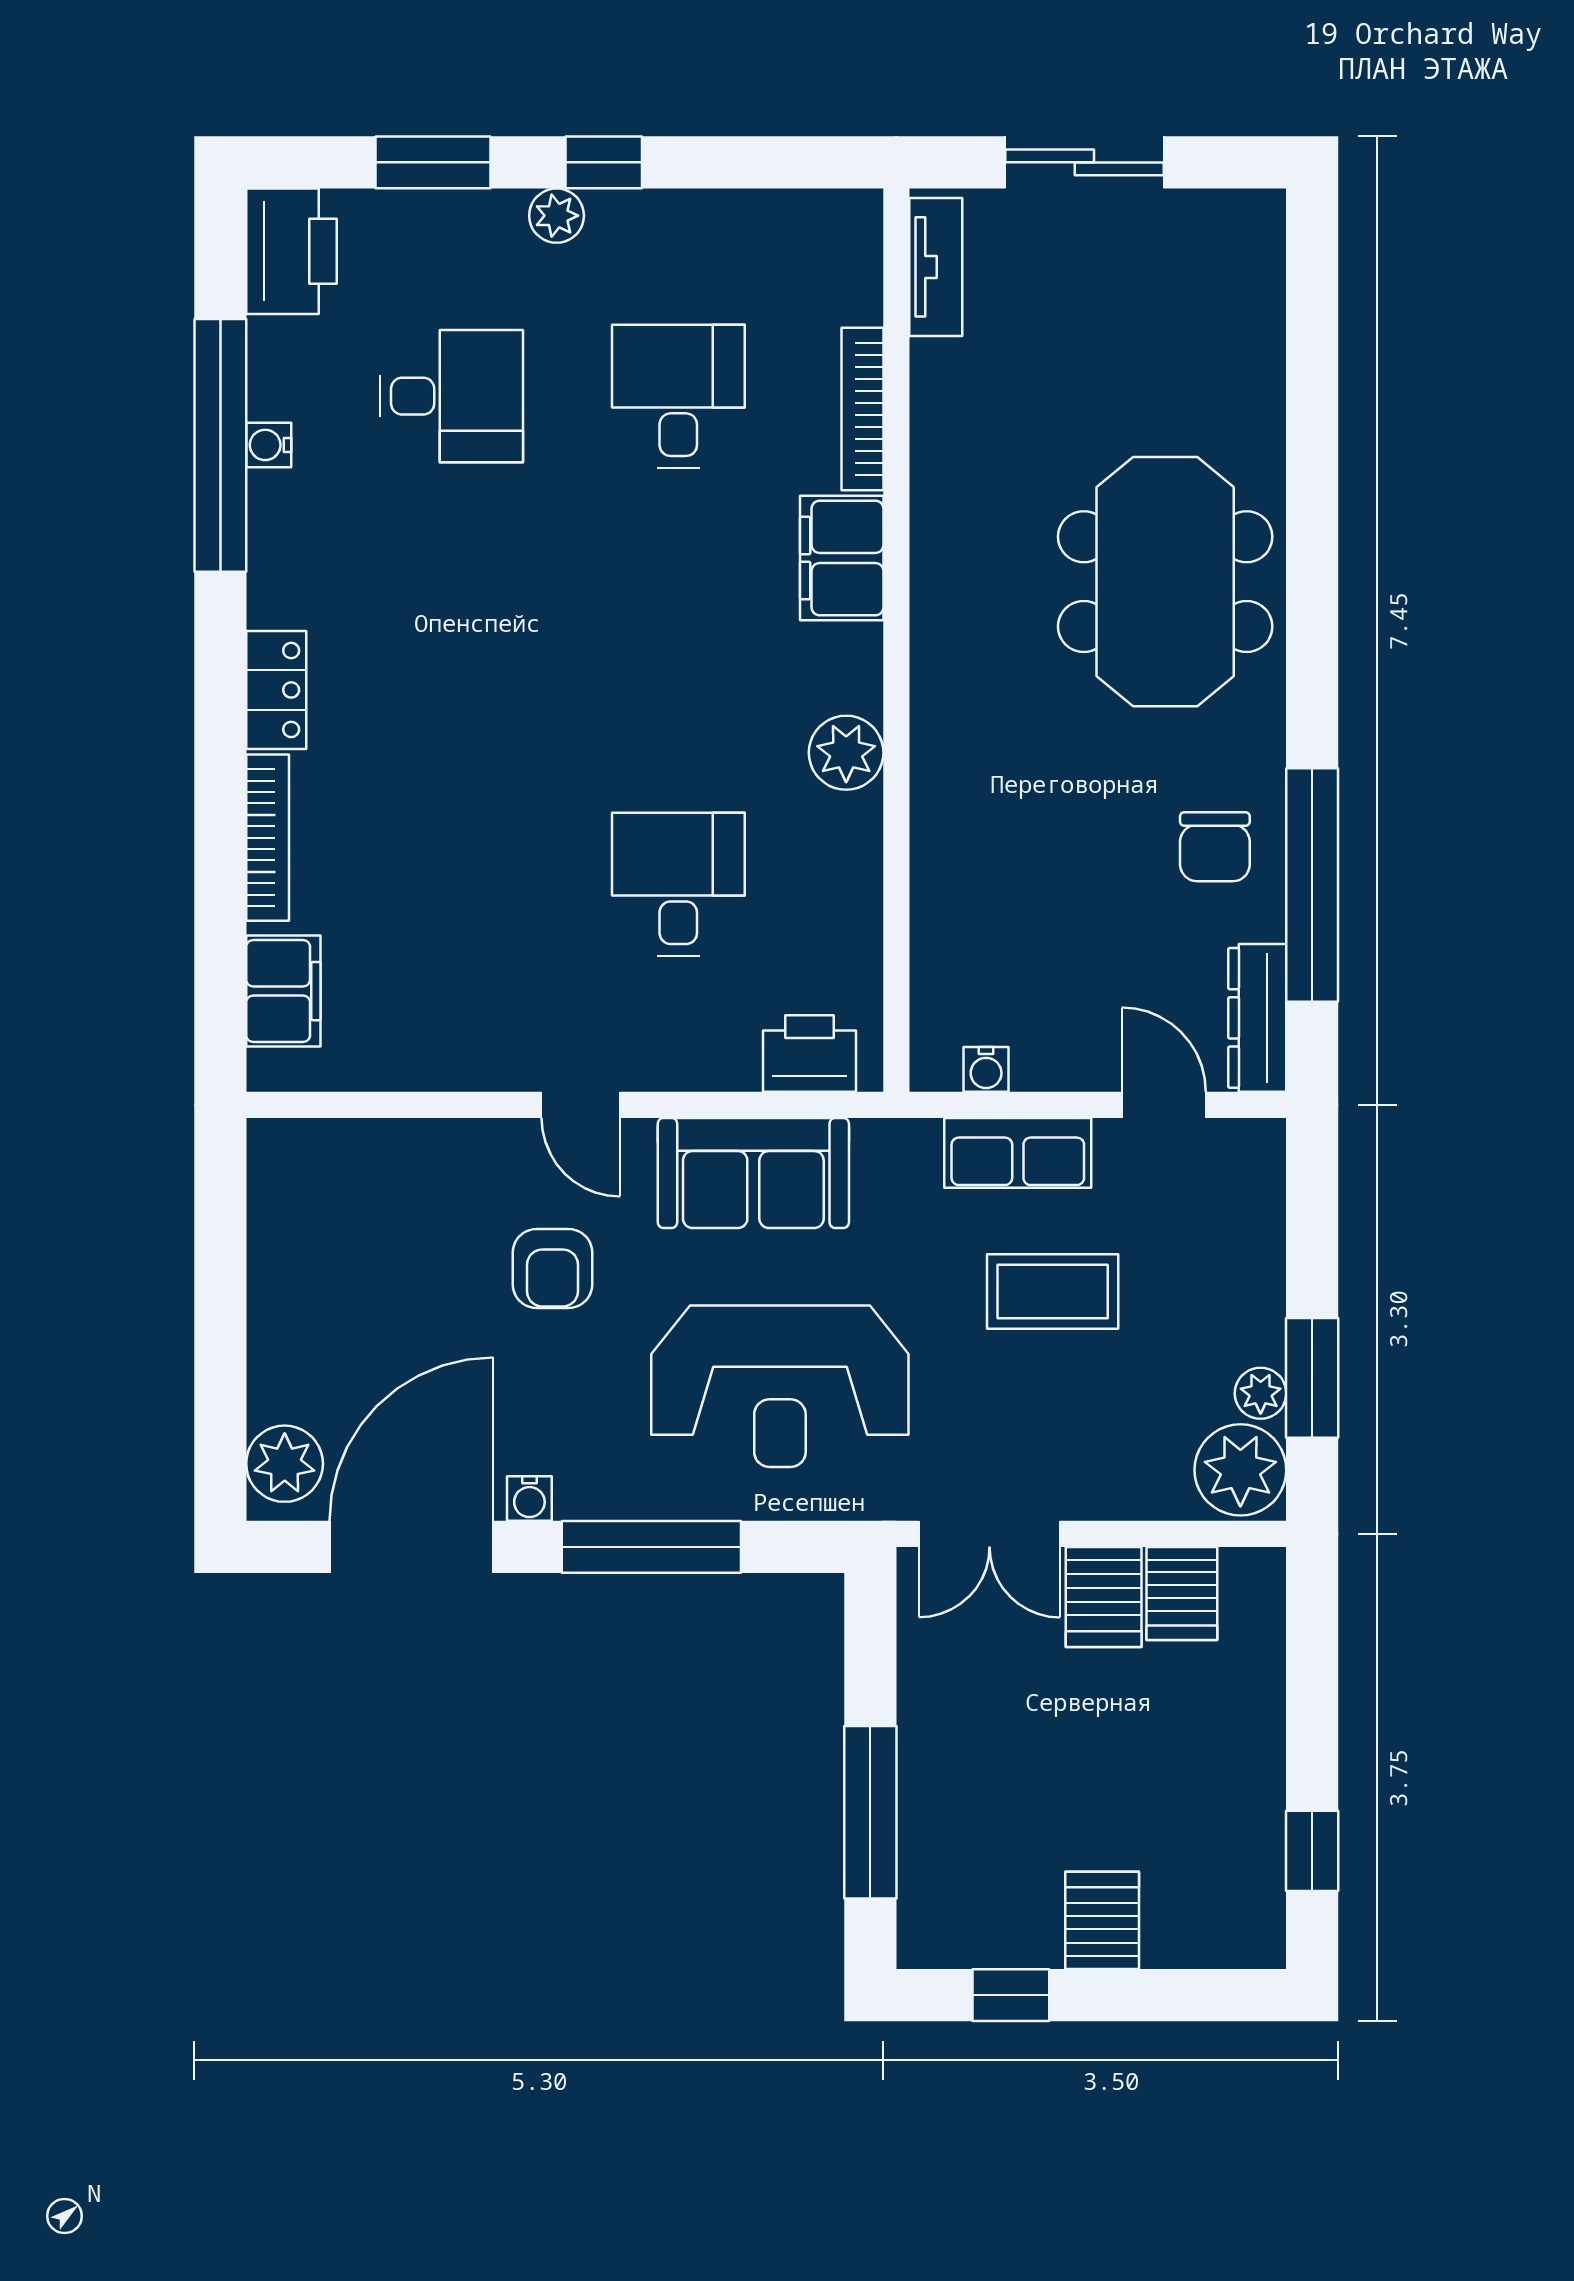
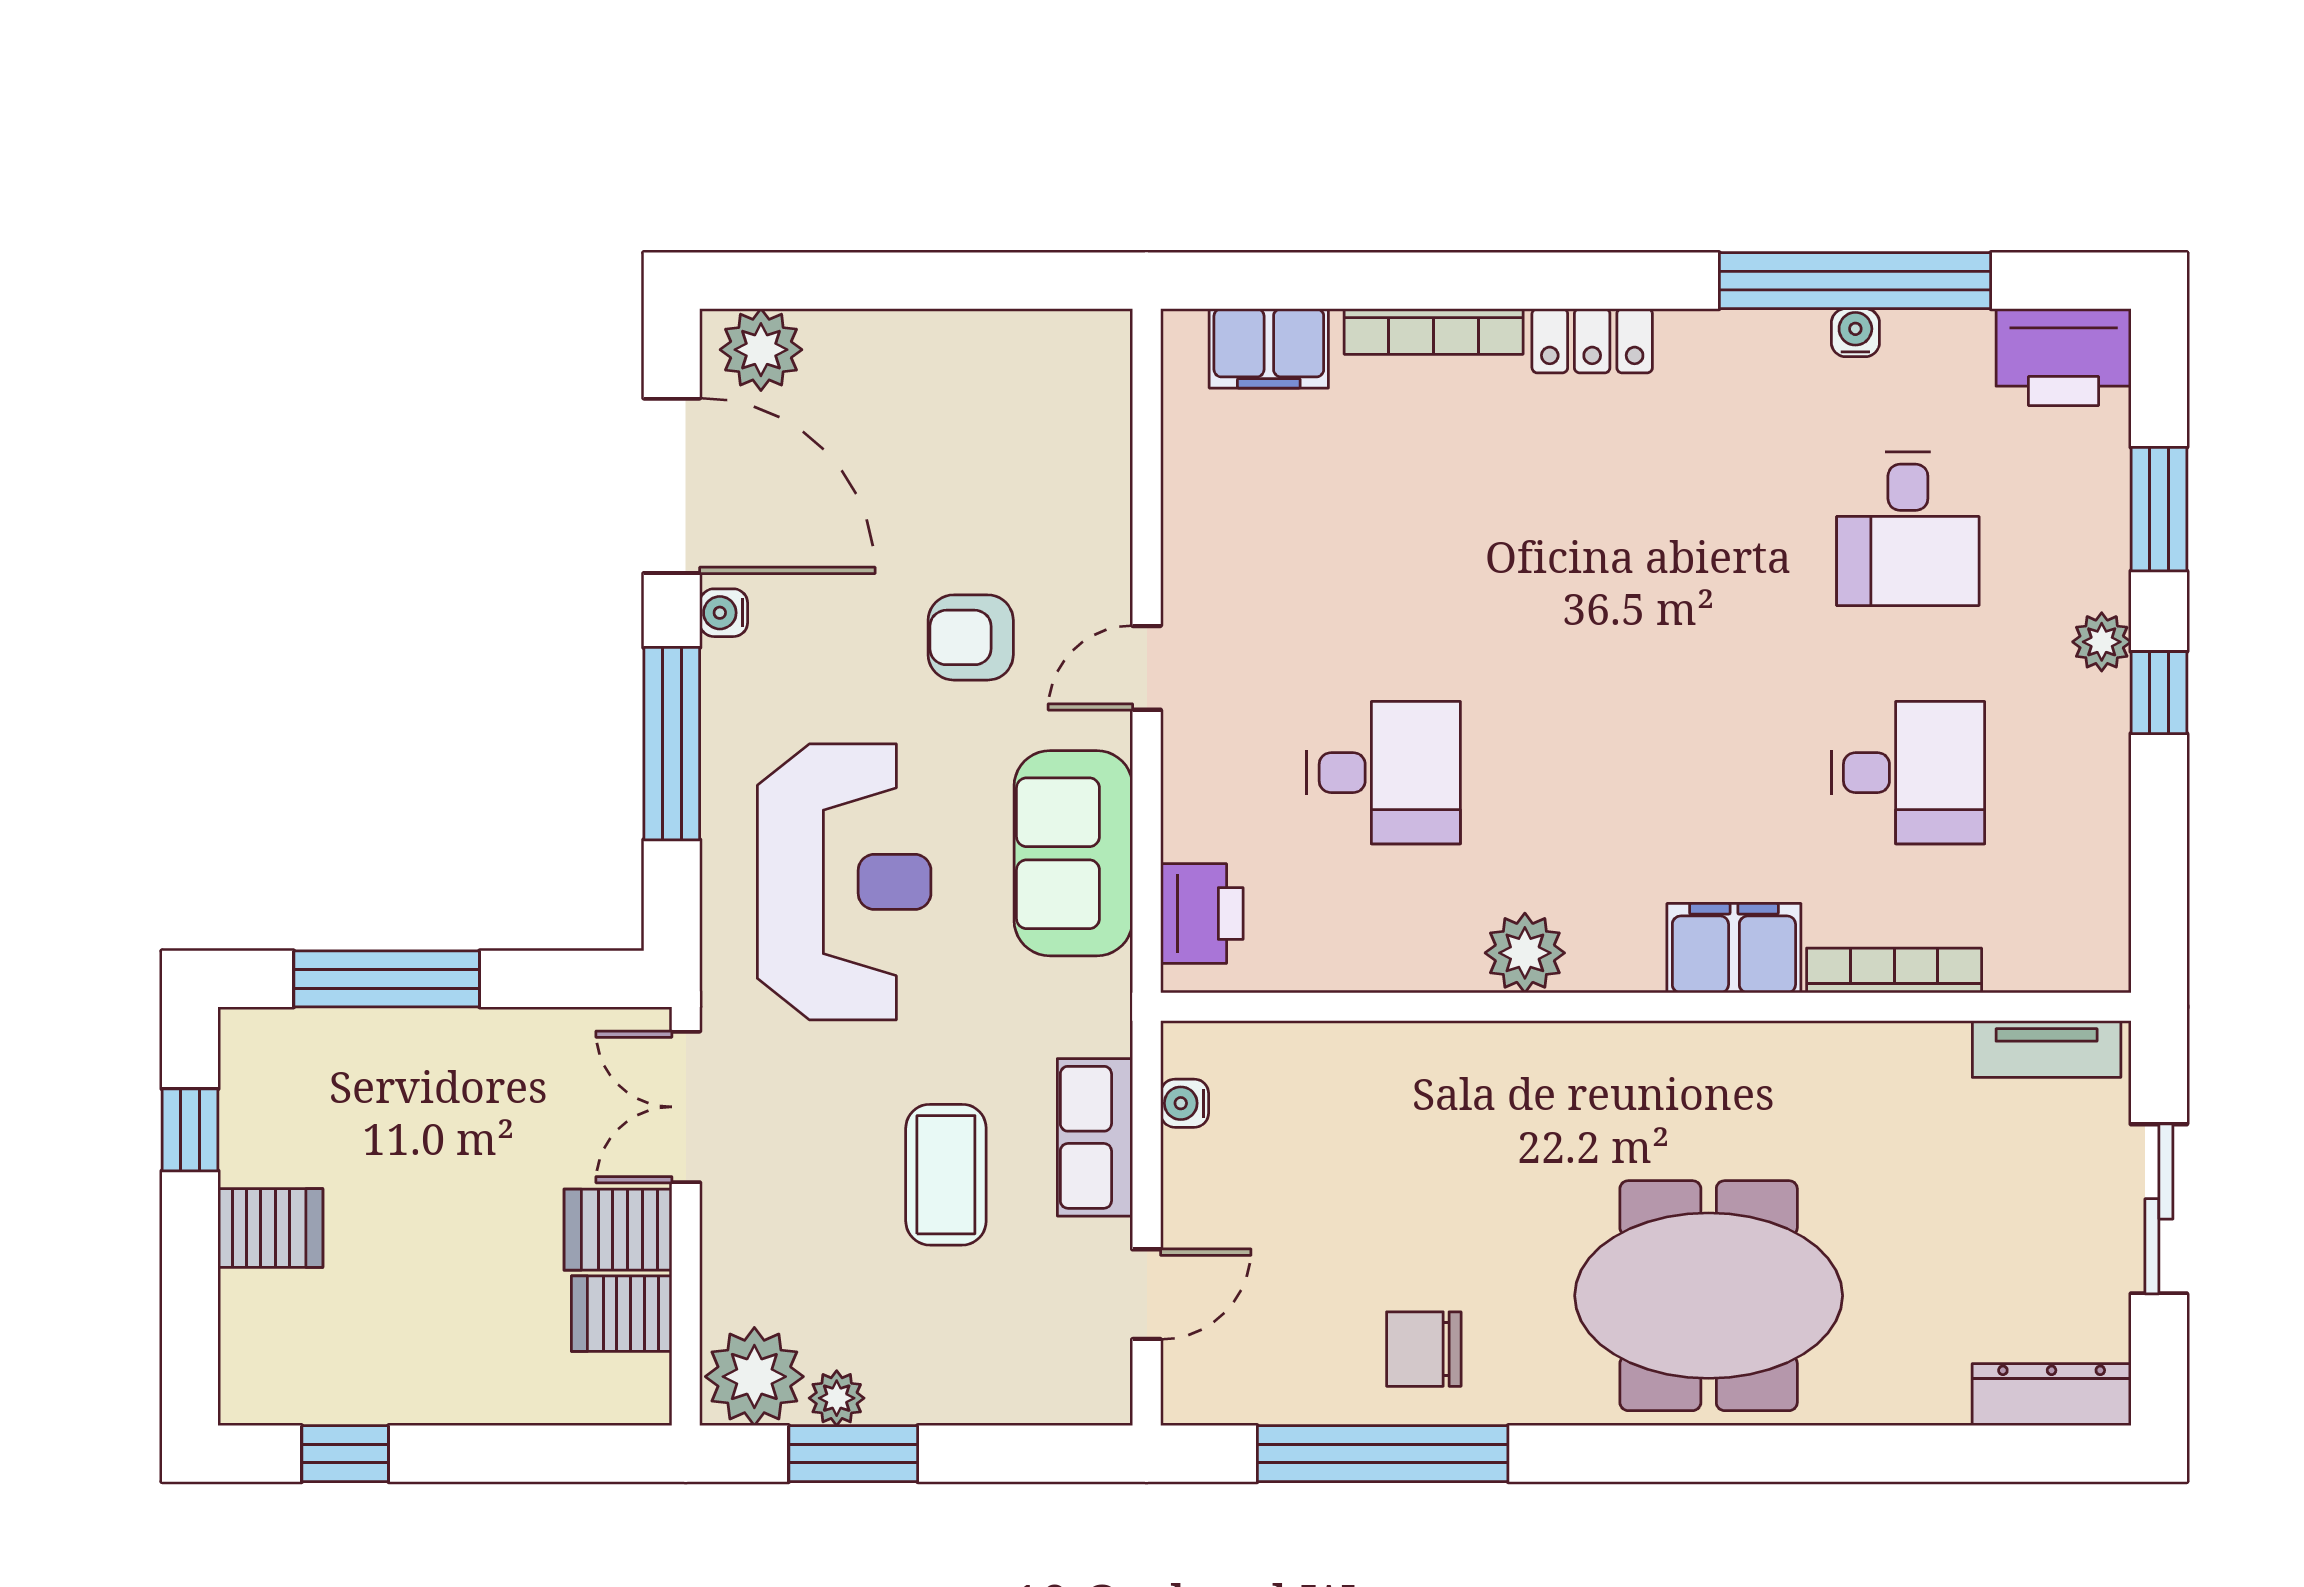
dresser: (1257, 1018) -> (2052, 1395), moved
reception desk: (780, 1386) -> (844, 882), turned 180

